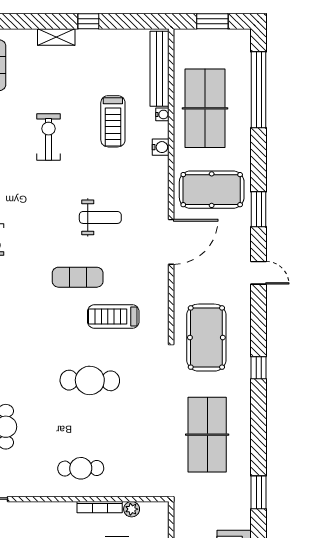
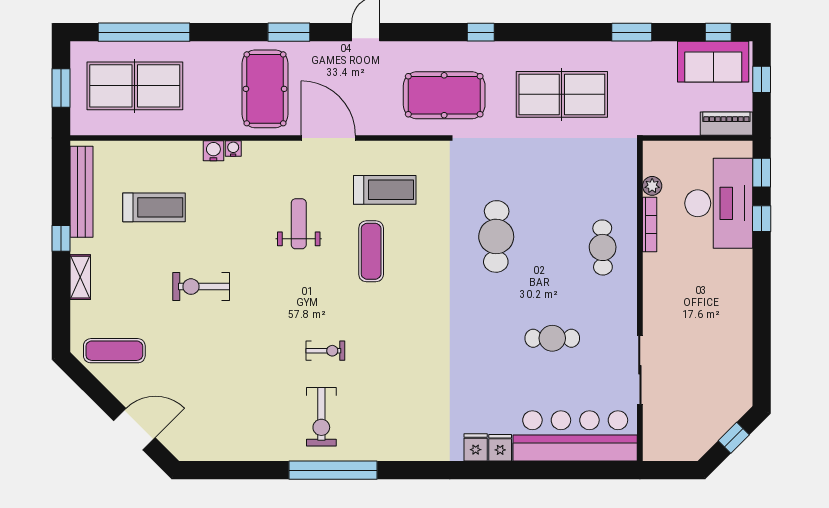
bench: (159, 69) -> (81, 192), moved, turned 90
table tennis table: (205, 108) -> (135, 86), moved
water cooler: (162, 114) -> (233, 149), moved
treadmill: (113, 121) -> (154, 207), moved
treadmill: (113, 317) -> (385, 190), moved, turned -90

